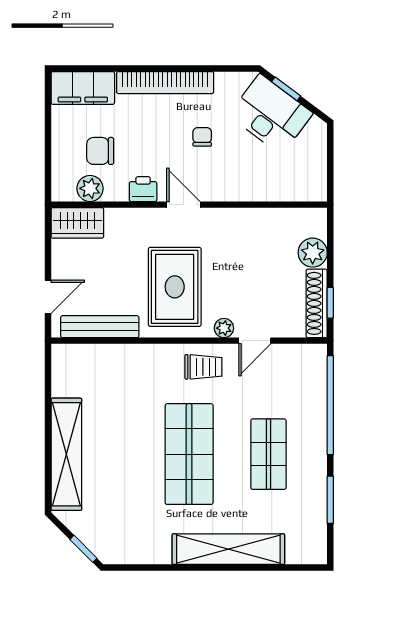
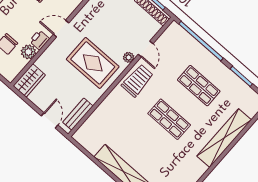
plant: (90, 188) -> (28, 52), moved
bench: (100, 327) -> (78, 114), width x0.73
trolley: (203, 367) -> (137, 81), width x1.36, depth x1.39
shop shelf: (189, 454) -> (169, 119), width x0.70, depth x0.74

